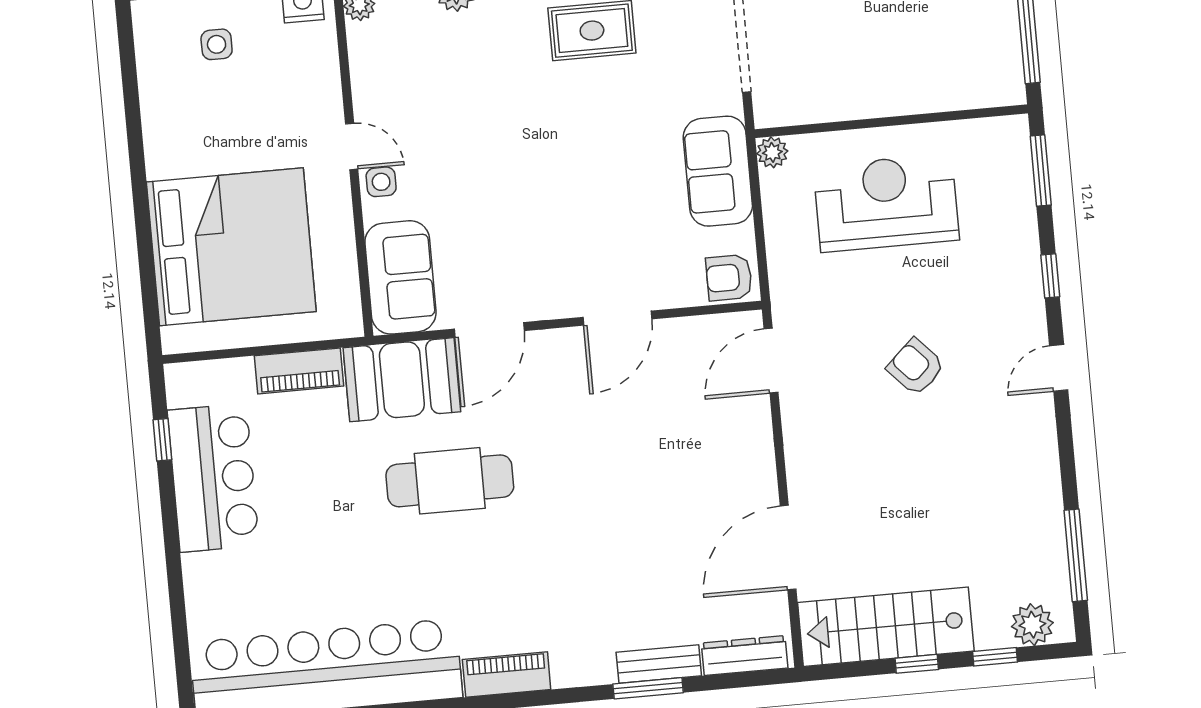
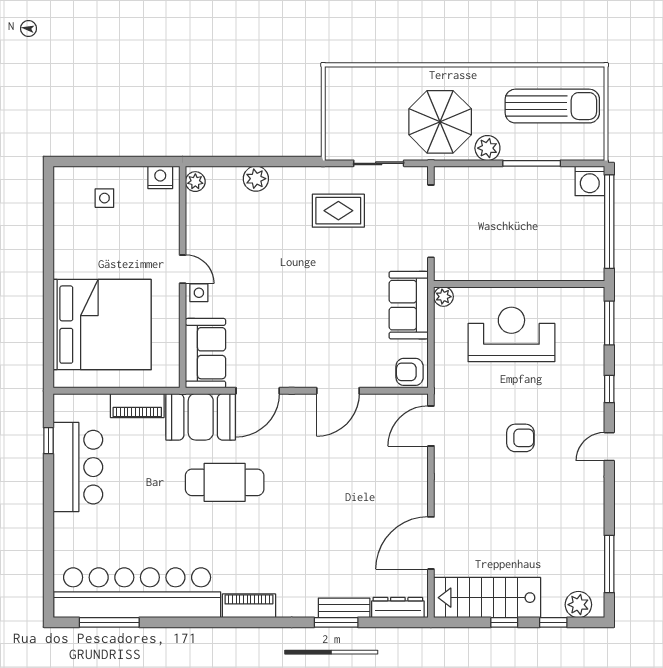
armchair: (916, 367) -> (520, 438), turned 133

